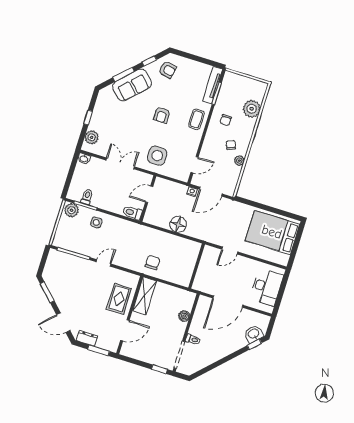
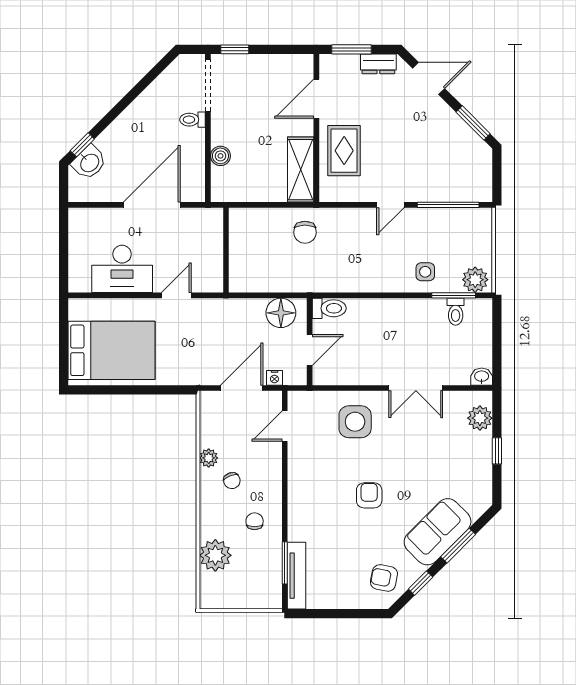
coffee table: (196, 119) -> (306, 507), removed
door: (149, 194) -> (310, 350), moved
wall: (148, 199) -> (310, 342), moved
toilet: (132, 213) -> (329, 308), moved
desk: (267, 287) -> (122, 269), moved, turned -90

